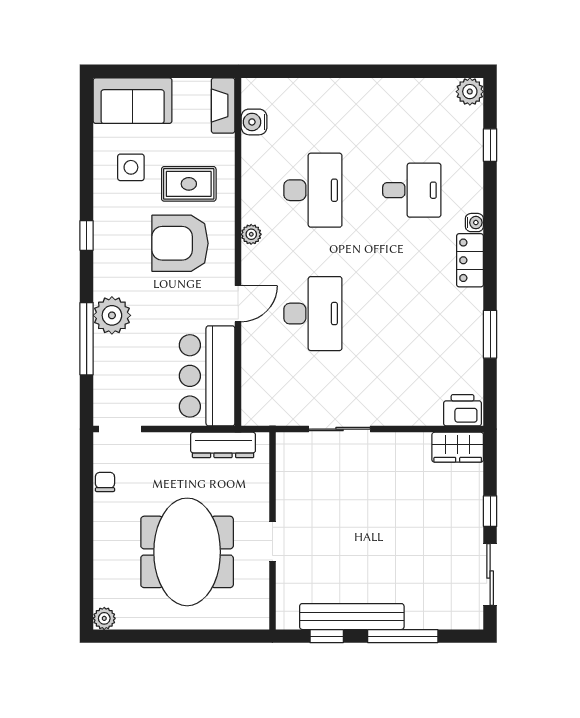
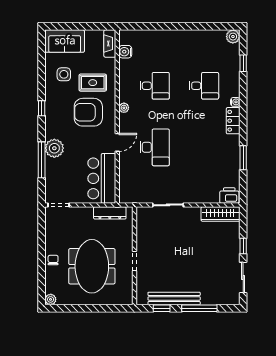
desk: (313, 190) -> (155, 86), width x0.73
wardrobe: (458, 447) -> (220, 214), width x1.50
chair: (105, 482) -> (53, 260), moved

